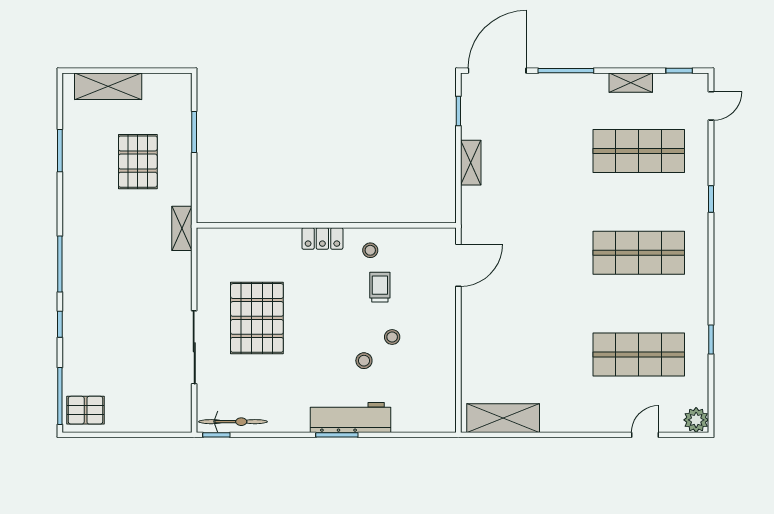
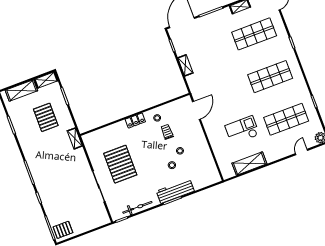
shelving: (168, 84) -> (46, 80), added
checkout: (538, 343) -> (242, 130), added
shelving: (503, 418) -> (249, 163), moved
bicycle: (233, 422) -> (137, 207), moved

